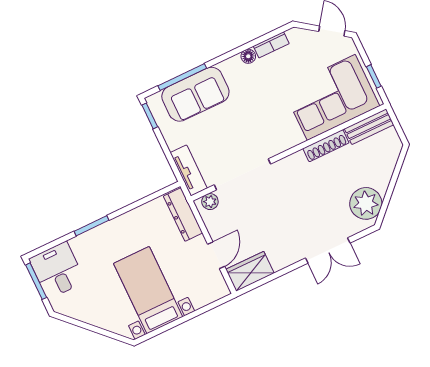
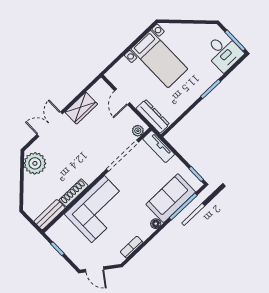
floor lamp: (248, 56) -> (156, 224), moved
corner sofa: (331, 97) -> (98, 209), moved
wardrobe: (250, 271) -> (81, 108), moved

